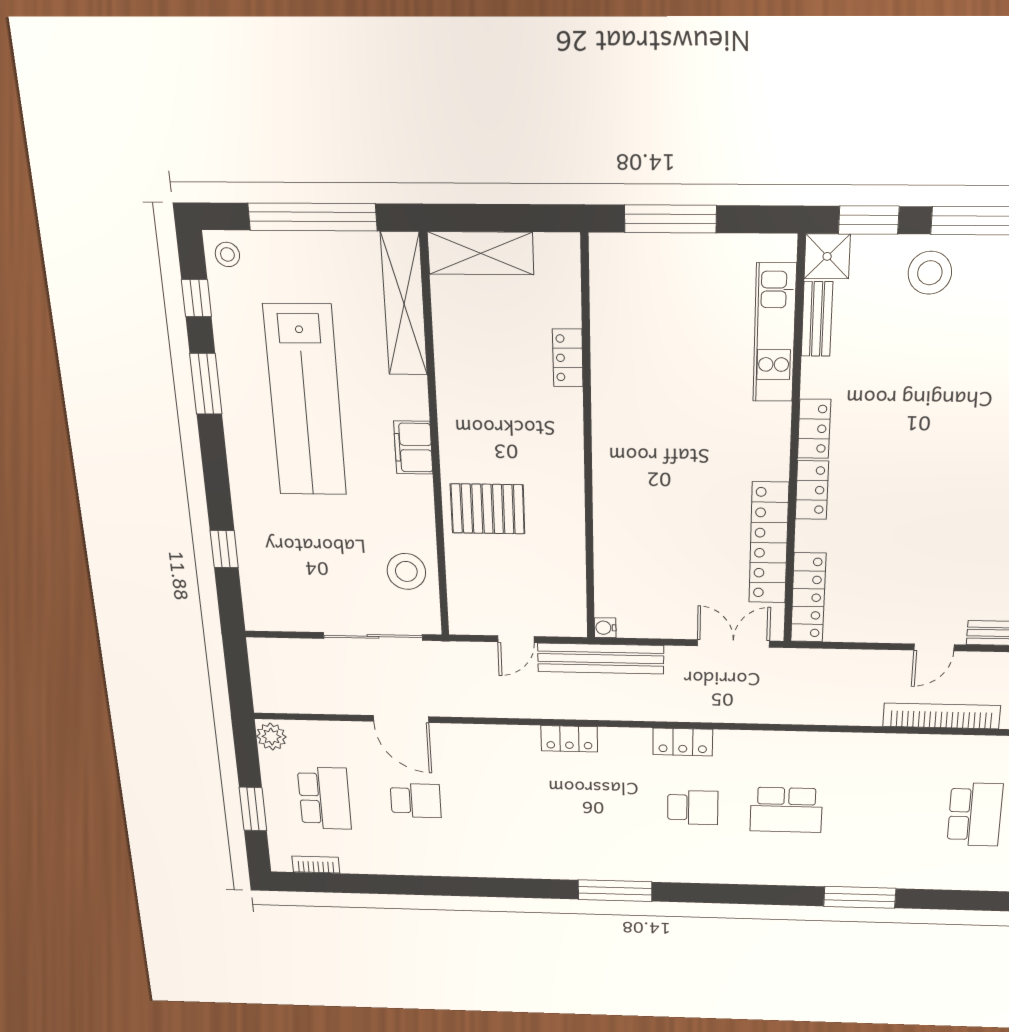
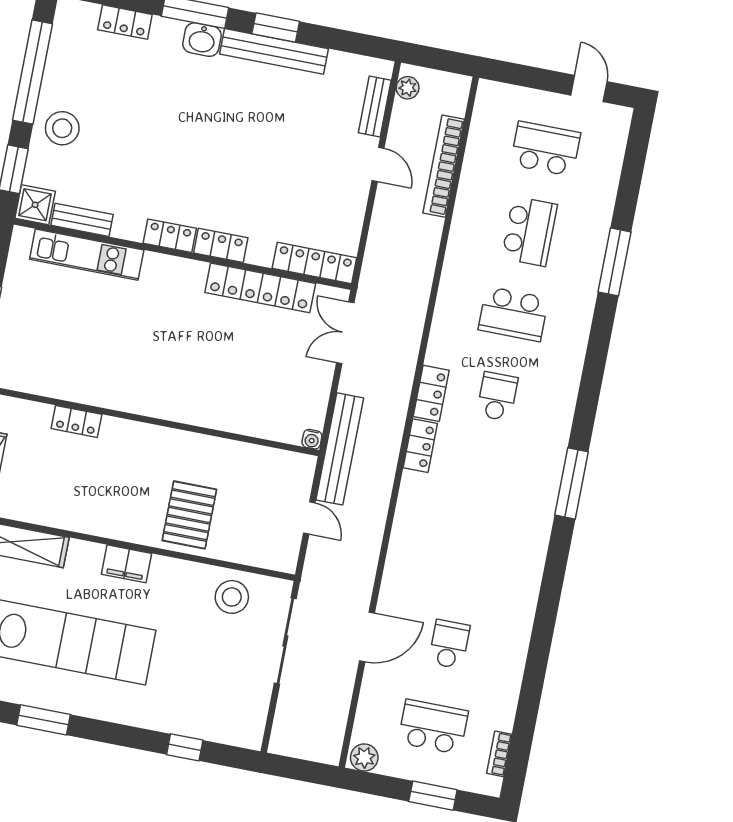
locker: (569, 739) -> (420, 446), moved
school desk: (786, 810) -> (513, 314), turned 90
school desk: (880, 812) -> (529, 231), added

